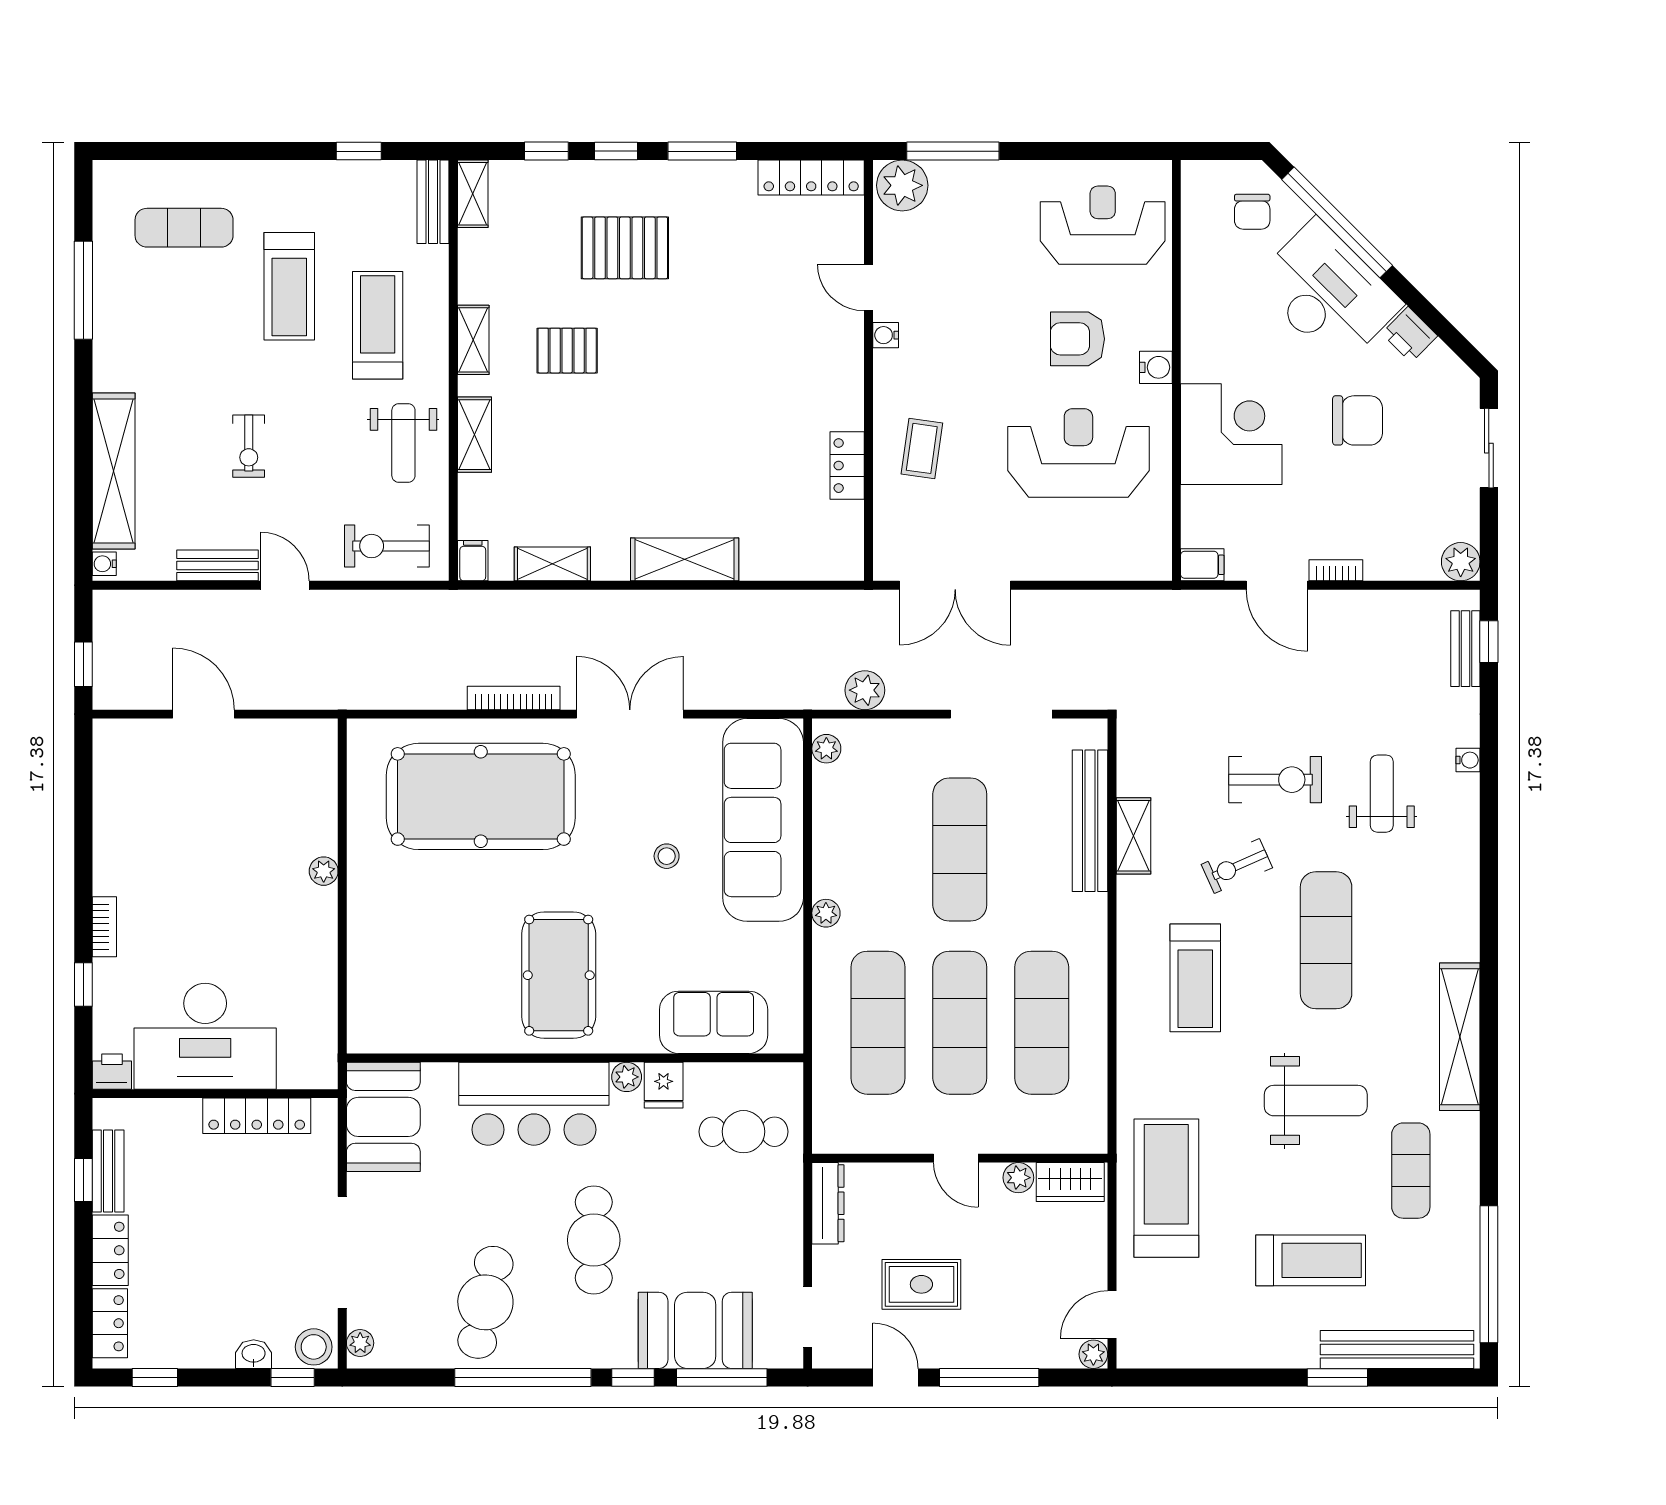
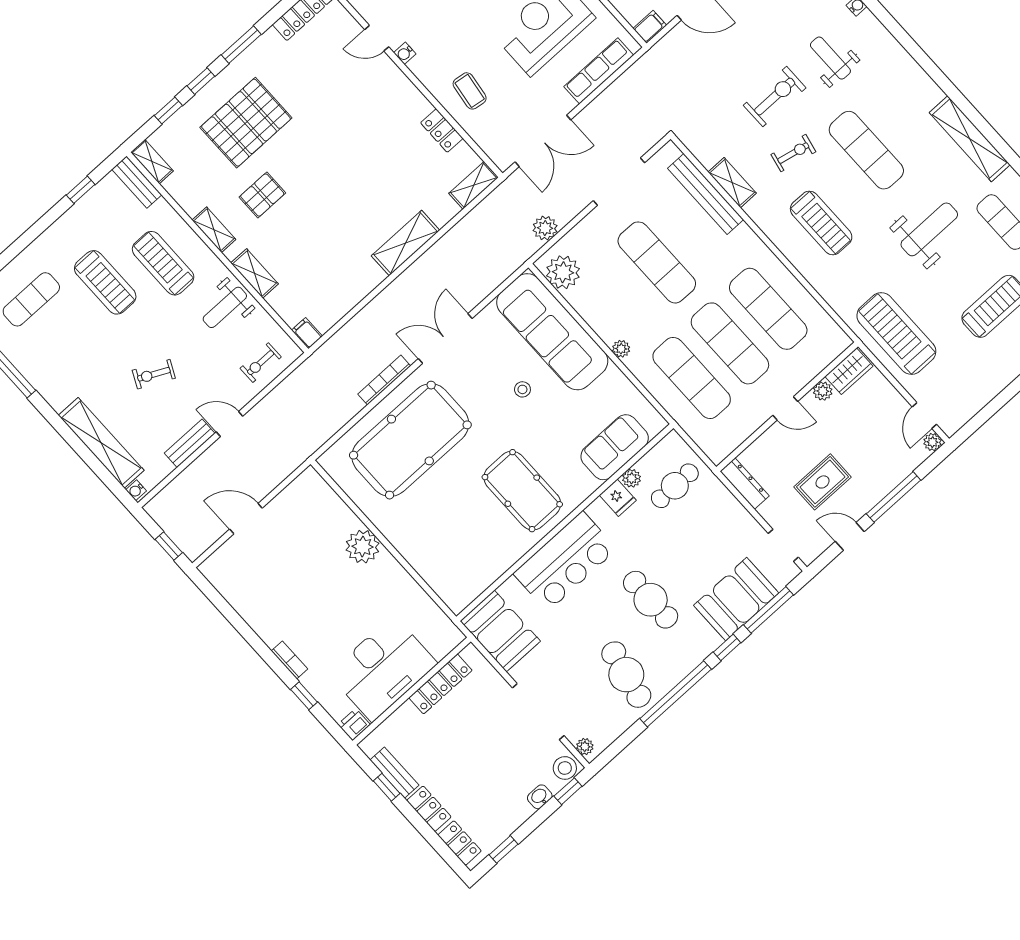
pallet: (625, 248) -> (246, 123), width x1.37, depth x1.41
weight bench: (403, 443) -> (225, 307), turned 90
exercise bike: (249, 446) -> (154, 374), turned 116
exercise bike: (387, 546) -> (261, 363), width x0.73, depth x0.72
row of seats: (1095, 562) -> (599, 71), added
shelving: (552, 564) -> (474, 185), moved
plant: (826, 749) -> (563, 272), width x1.88, depth x1.88
exercise bike: (1237, 866) -> (793, 153), turned -144
plant: (324, 871) -> (363, 547), width x1.87, depth x1.87
plant: (627, 1077) -> (632, 478), moved

